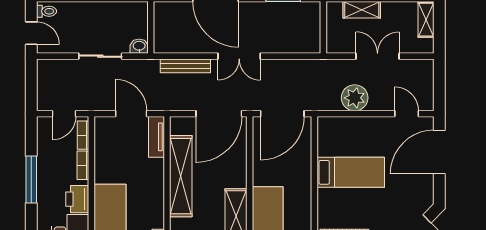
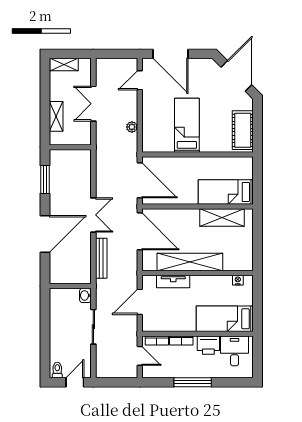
plant: (355, 98) -> (132, 127), width x0.53, depth x0.53
tv unit: (156, 137) -> (173, 282), moved

